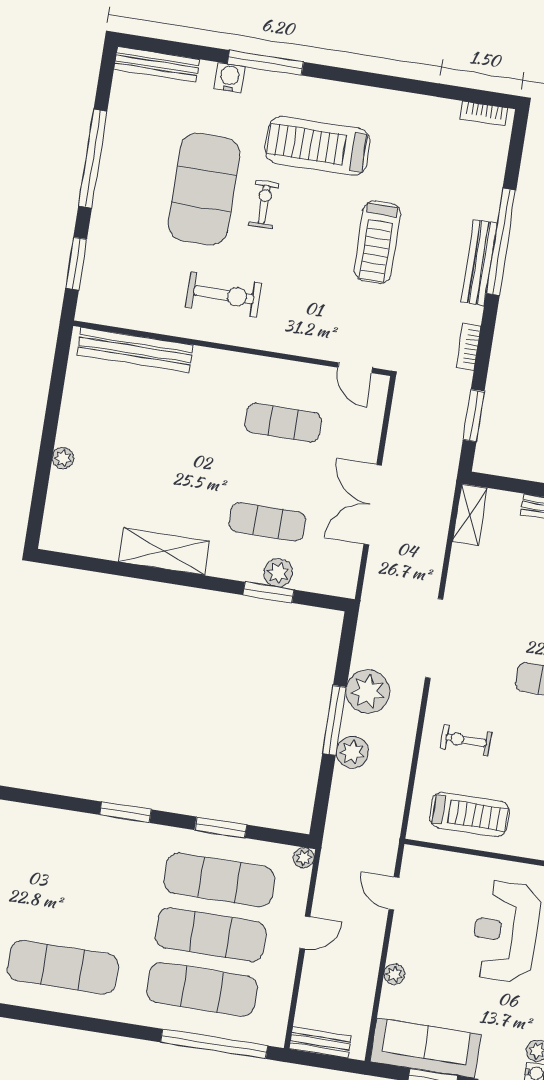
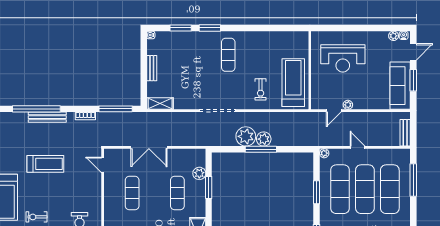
door: (355, 368) -> (103, 165), swing flipped
window: (474, 416) -> (116, 109), width x1.44
double door: (373, 505) -> (149, 147), moved
plant: (278, 573) -> (199, 173), moved
plant: (352, 752) -> (264, 139), moved
treadmill: (469, 814) -> (293, 83), width x1.37, depth x1.38
plant: (394, 974) -> (348, 105), moved
window: (214, 1044) -> (413, 180), width x0.68

